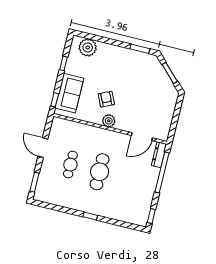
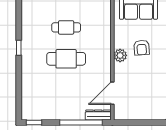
armchair: (106, 99) -> (142, 48), turned 111
door: (142, 137) -> (112, 93), hinge flipped
window: (90, 216) -> (19, 48), moved

